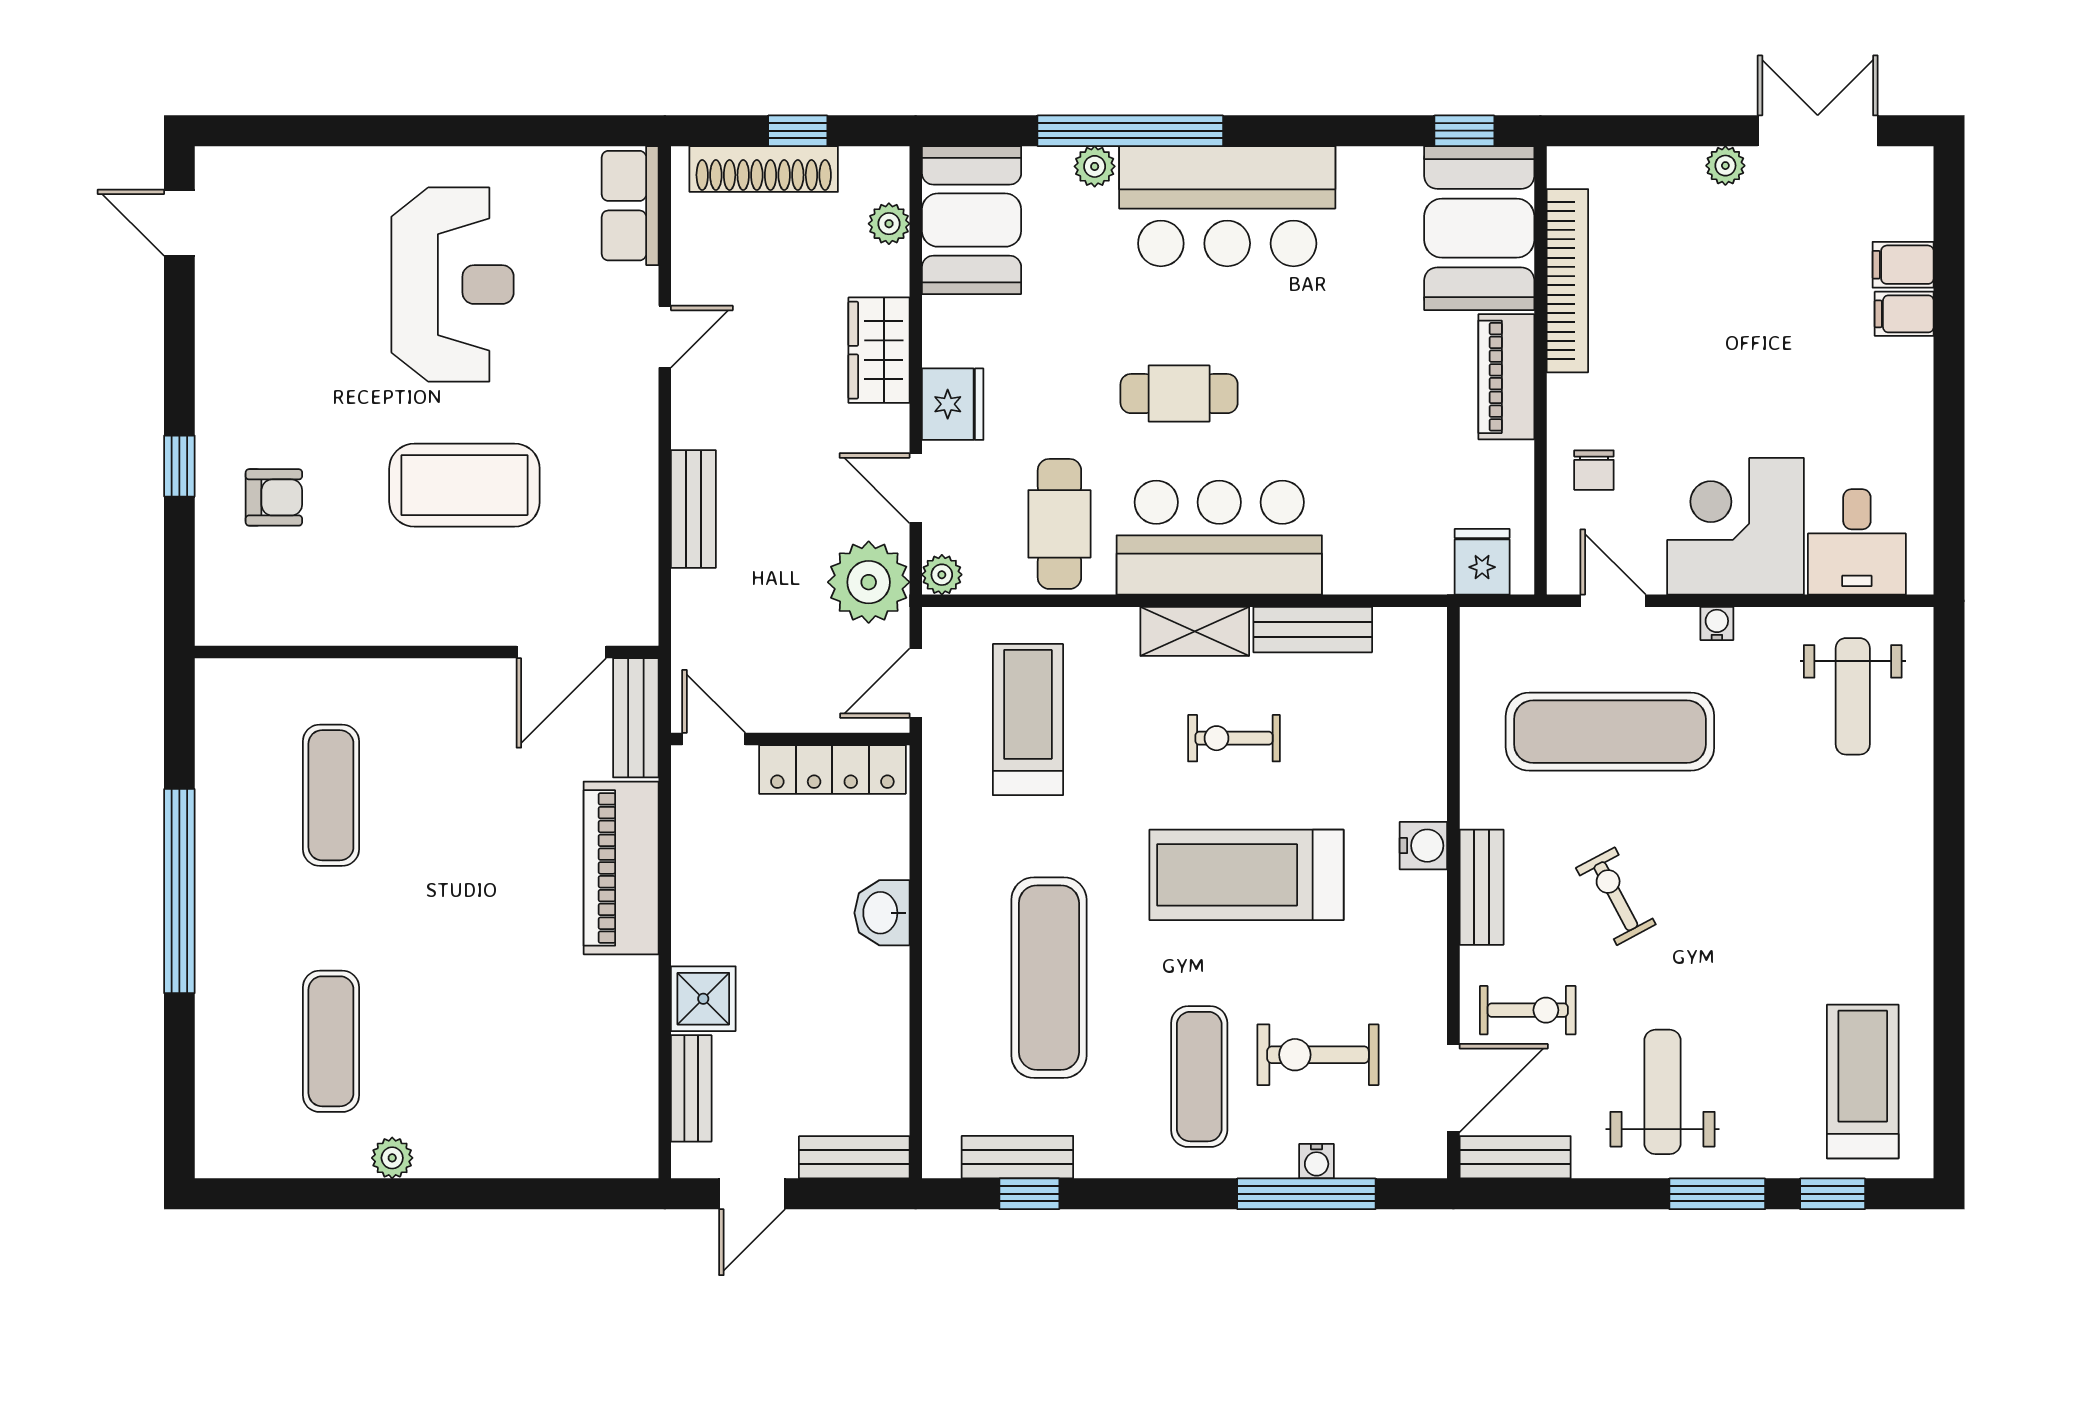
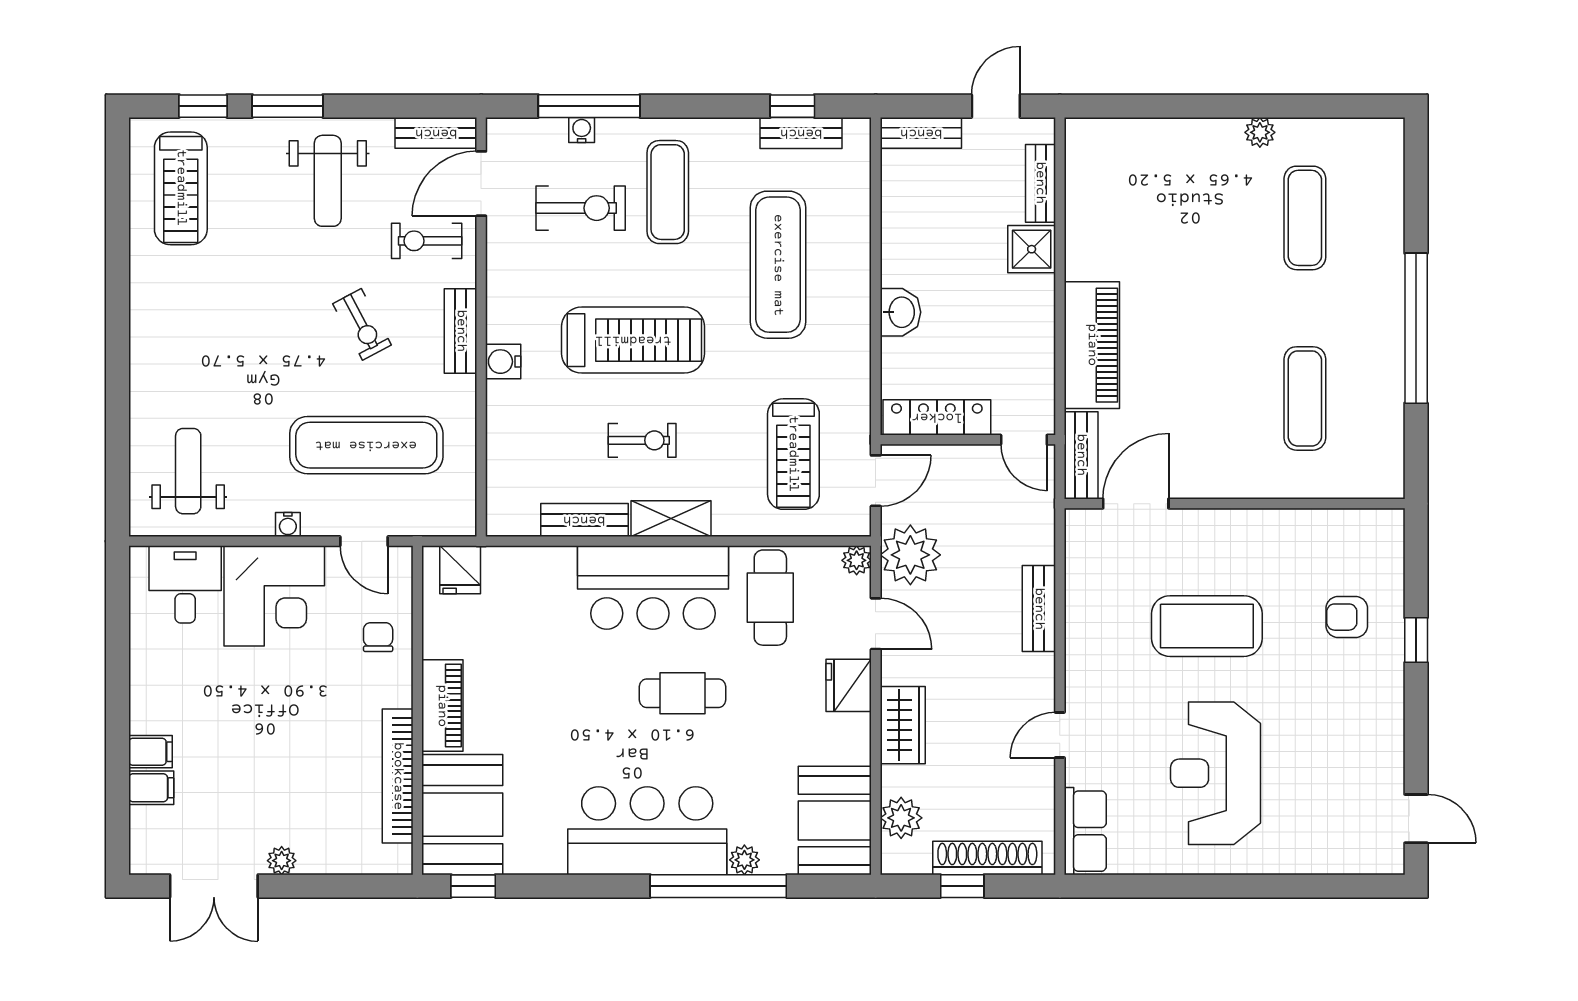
plant: (889, 224) -> (901, 818), width x1.38, depth x1.38

